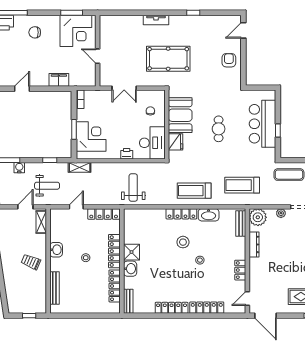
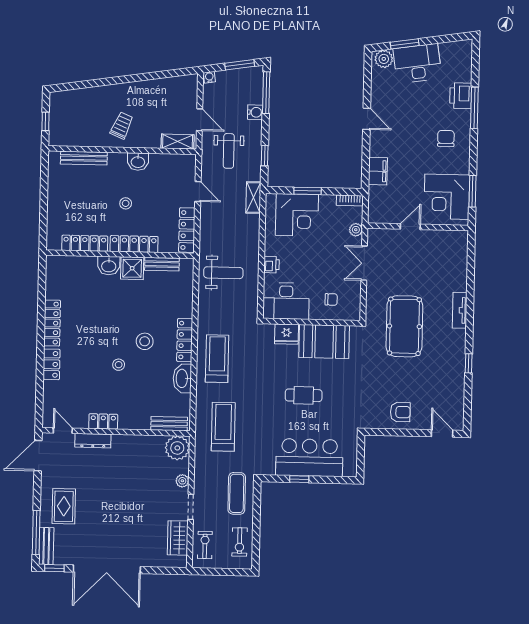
plant: (101, 95) -> (356, 230), added
dresser: (254, 244) -> (93, 441), moved
bench: (128, 301) -> (162, 264), moved
locker: (207, 308) -> (51, 364), width x0.66

